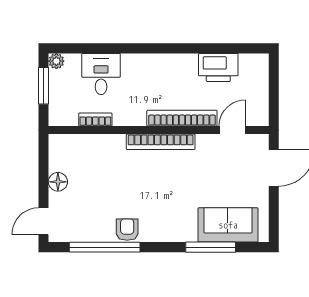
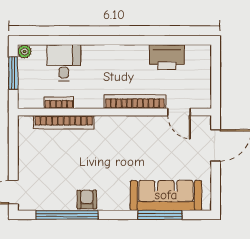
door: (232, 130) -> (179, 112), swing flipped
bookcase: (161, 142) -> (64, 122), moved
floor lamp: (58, 182) -> (26, 158), removed
sofa: (228, 225) -> (166, 195), width x1.36

